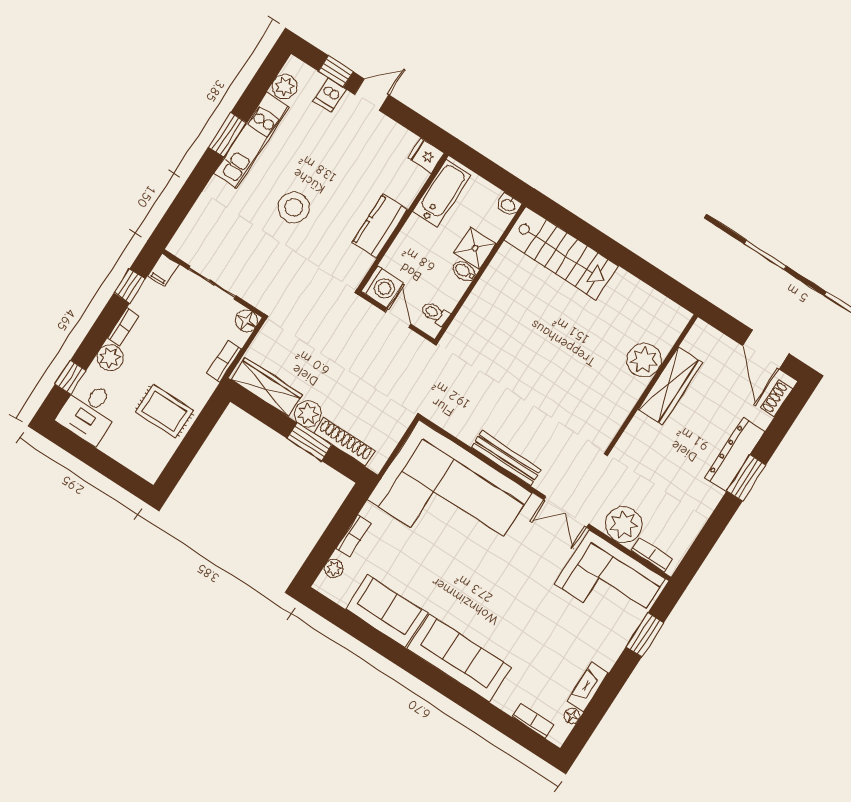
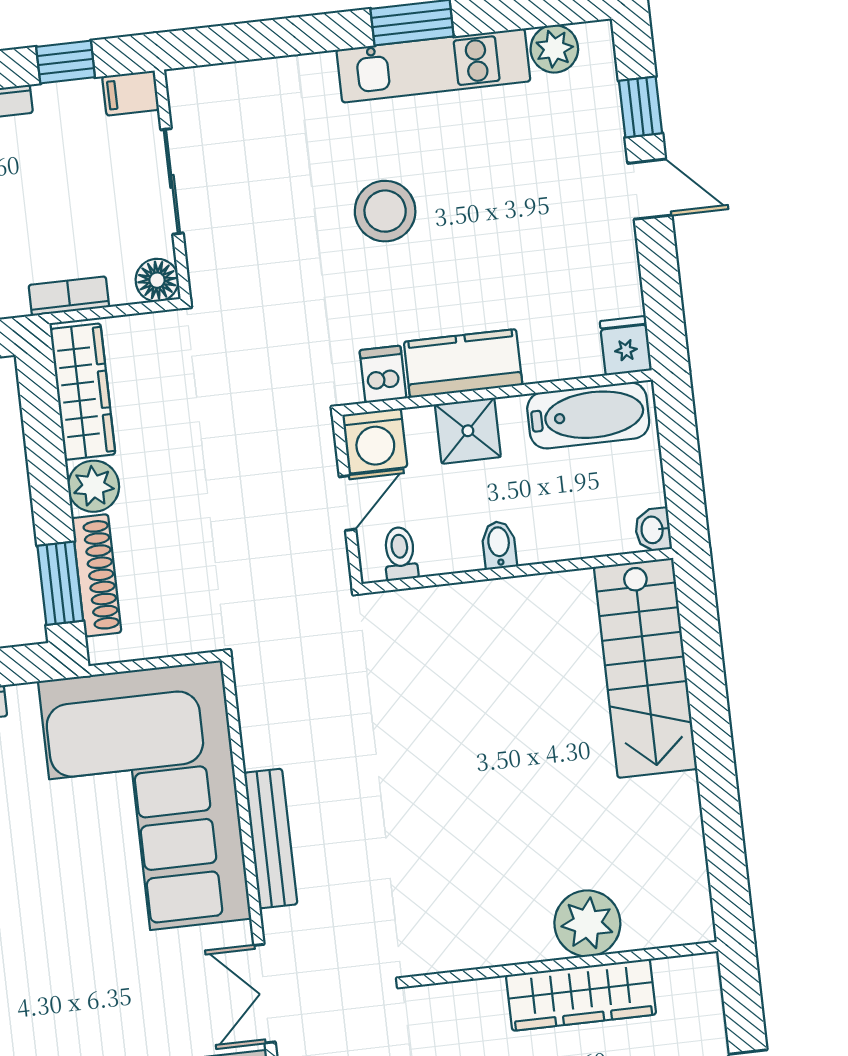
dishwasher: (330, 95) -> (383, 374), moved, turned 90
shower: (475, 248) -> (468, 431), moved
window: (309, 442) -> (60, 583), moved

